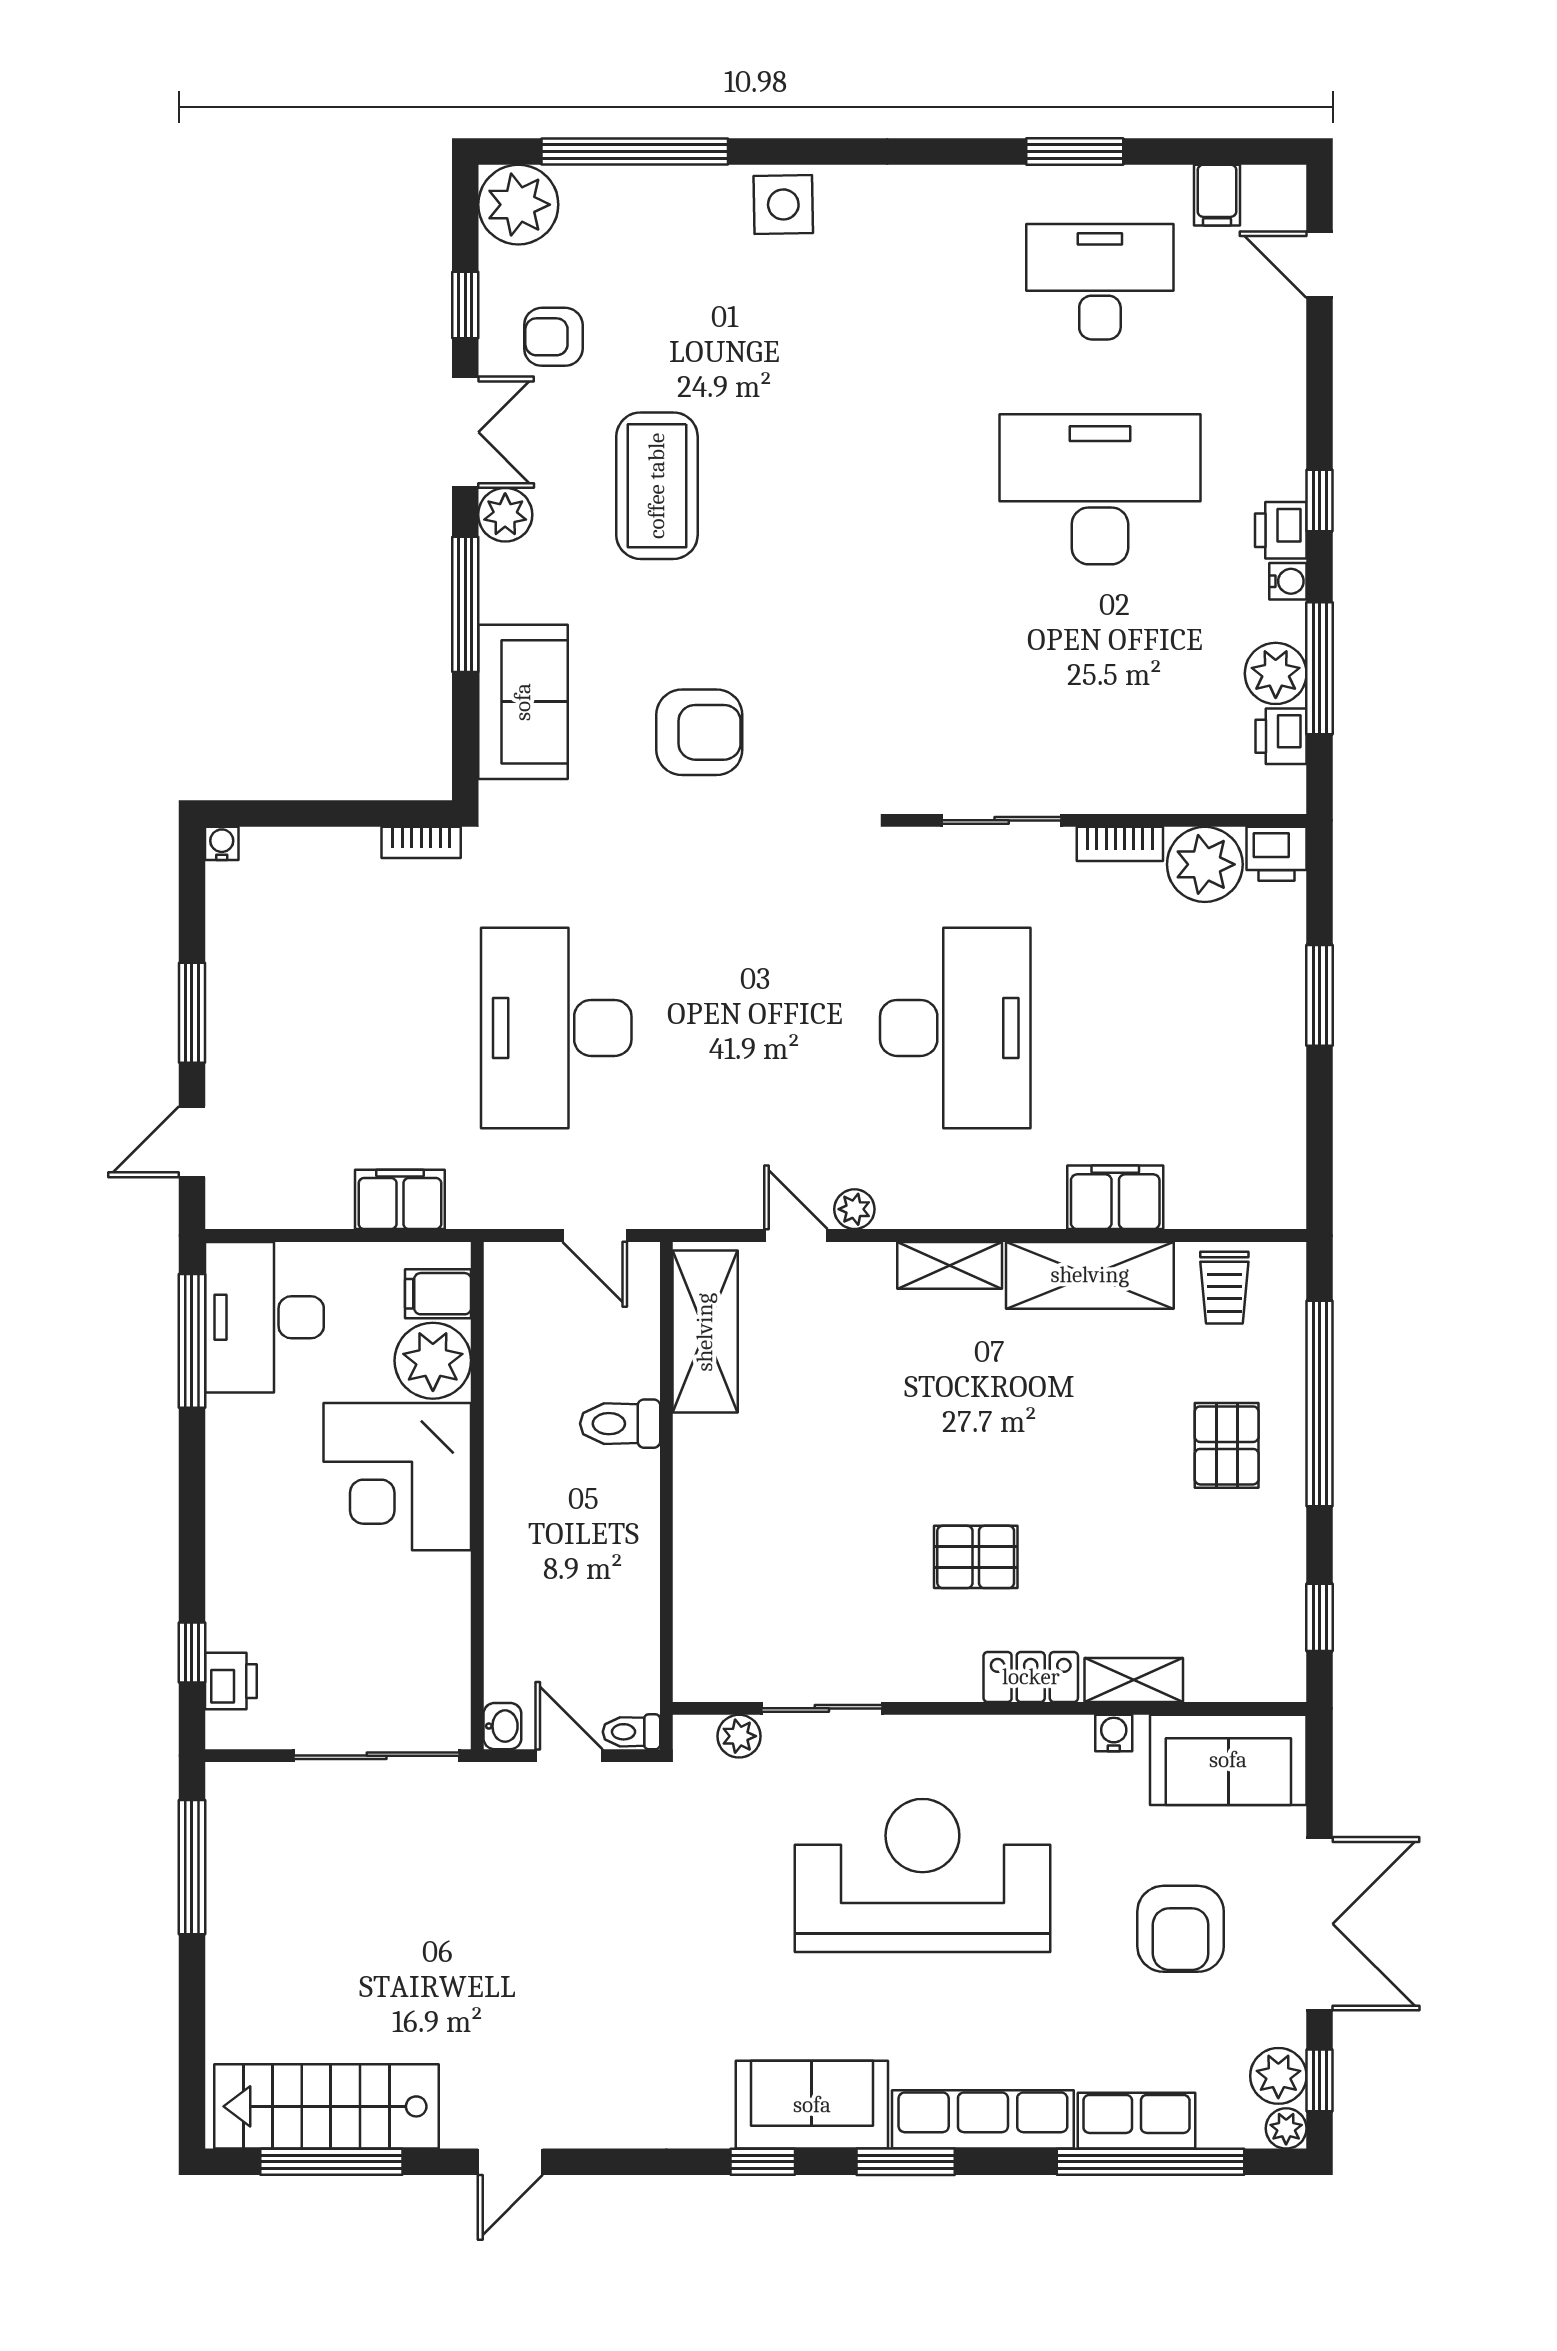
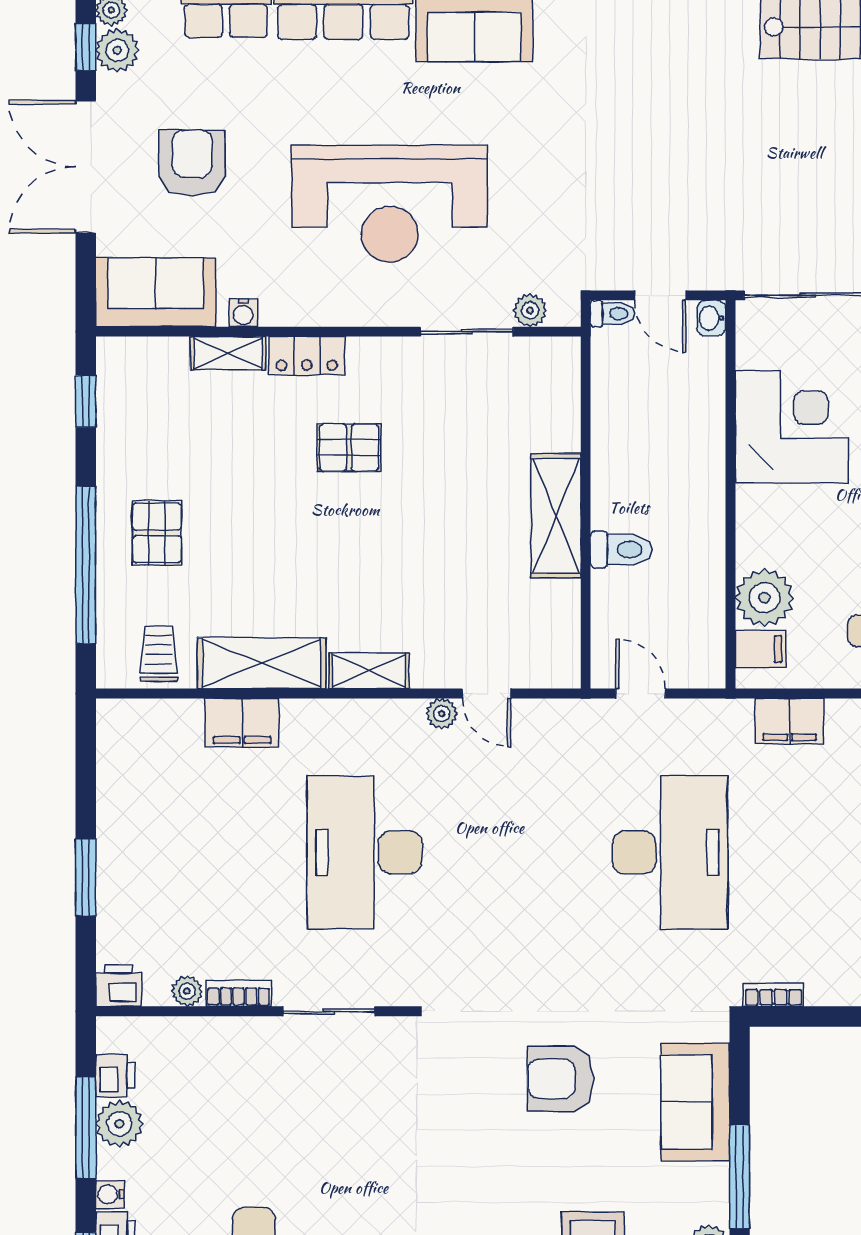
plant: (1205, 864) -> (187, 991), width x0.53, depth x0.53
shelving: (705, 1332) -> (556, 516), moved
corner desk: (397, 1477) -> (792, 427), moved

